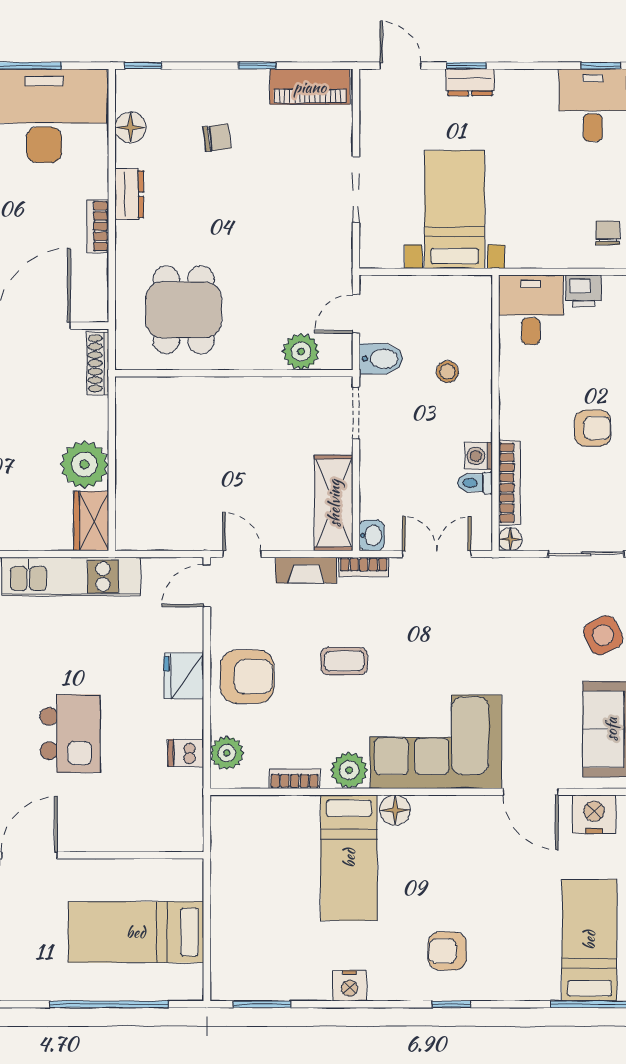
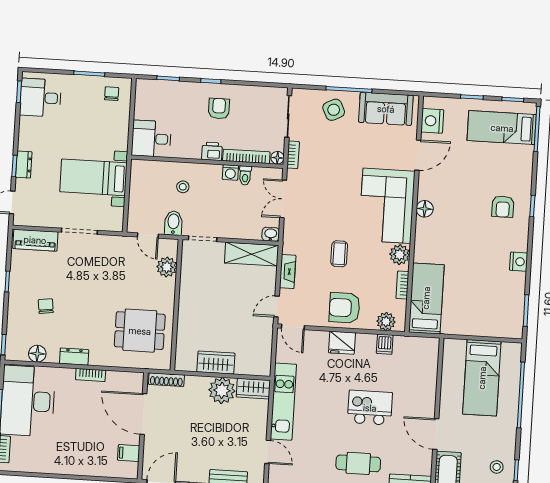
piano: (310, 87) -> (35, 240), moved, turned 90
chair: (608, 233) -> (112, 94), turned 90
printer: (583, 291) -> (212, 151), moved, turned -90
wardrobe: (134, 451) -> (216, 363), added
bookcase: (364, 567) -> (293, 155), moved
armchair: (247, 677) -> (345, 308), turned -90
floor lamp: (395, 810) -> (425, 209), moved
bed: (349, 858) -> (426, 298), moved, turned -90

